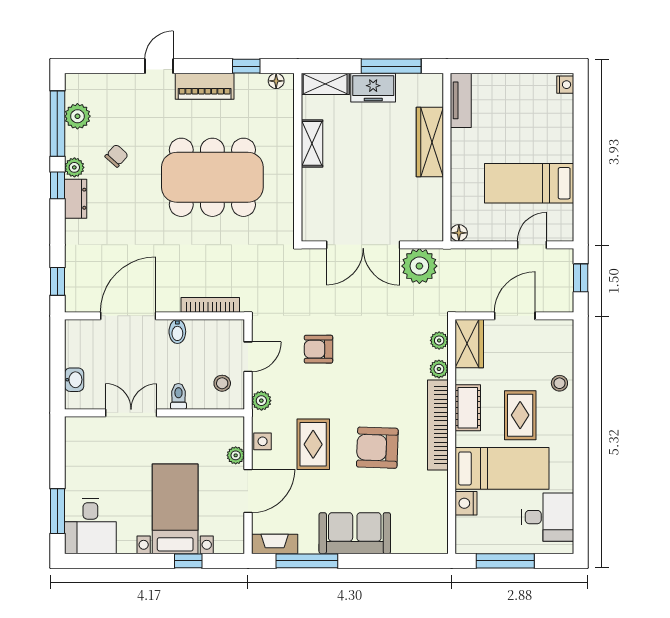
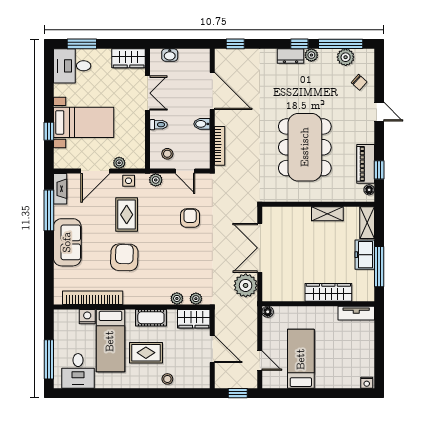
piano: (205, 86) -> (366, 164), moved
chair: (117, 156) -> (359, 82), moved
bookcase: (438, 425) -> (93, 298), moved
wardrobe: (79, 441) -> (129, 58), added
rug: (313, 444) -> (127, 215), turned 90
door: (248, 491) -> (95, 171), hinge flipped
window: (505, 561) -> (49, 359), moved

